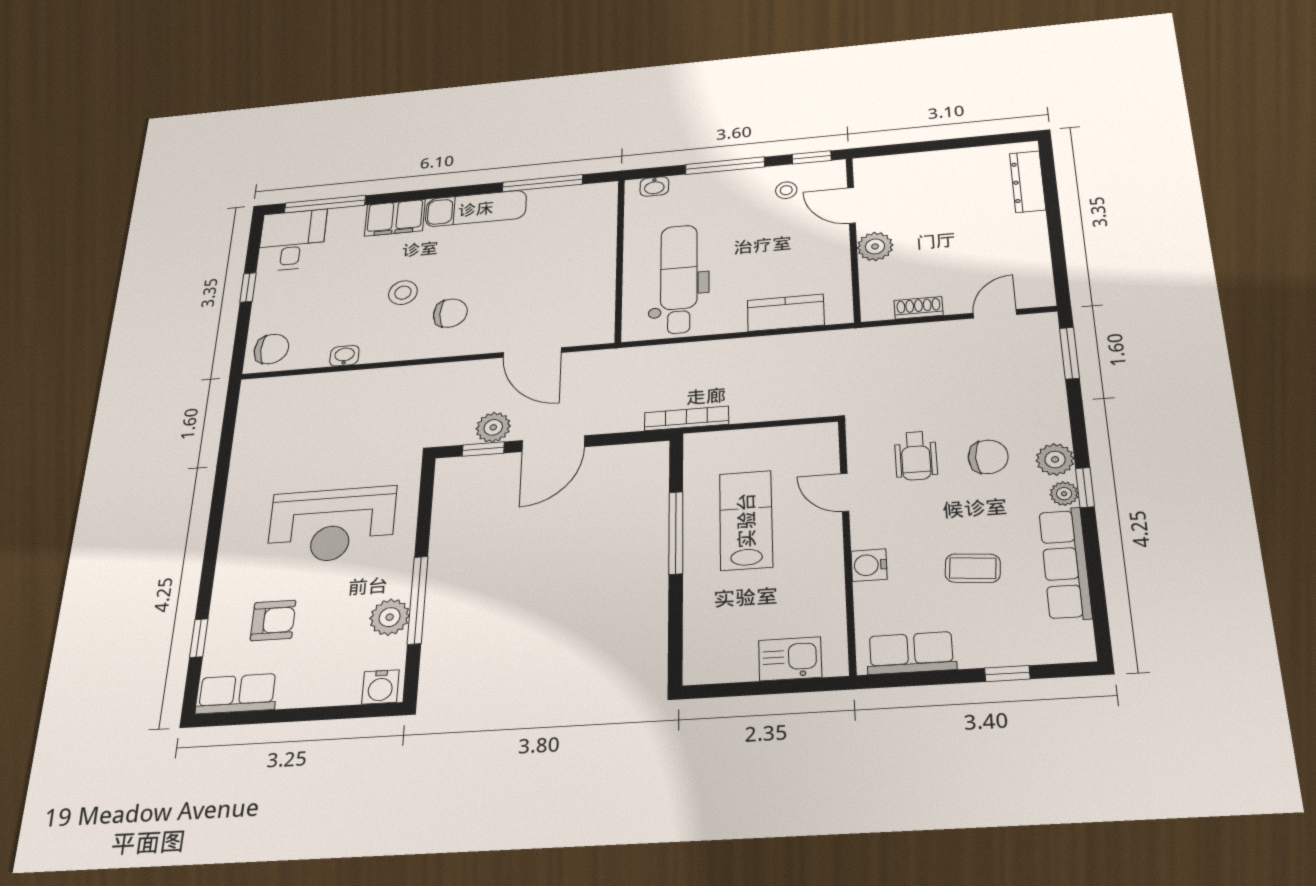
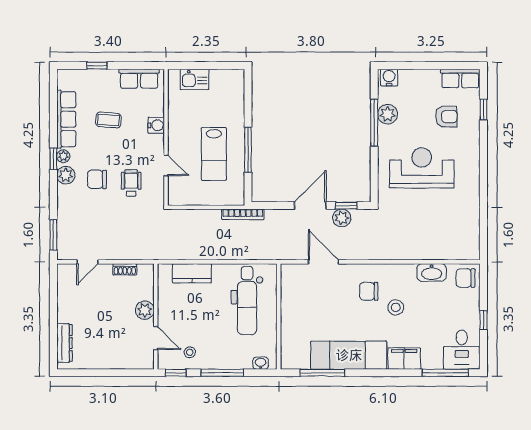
exam couch: (476, 209) -> (349, 355), width x1.36, depth x1.45
washbasin: (344, 356) -> (432, 272), width x1.91, depth x1.45
armchair: (273, 620) -> (446, 117), turned 180

